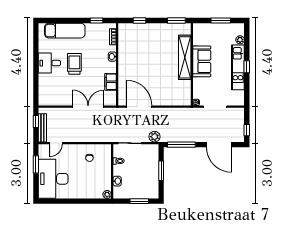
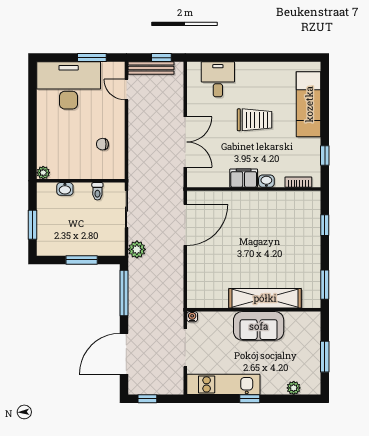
desk: (49, 63) -> (218, 79), moved
kitchen unit: (238, 67) -> (223, 384), moved
filing cabinet: (110, 82) -> (244, 178), moved

